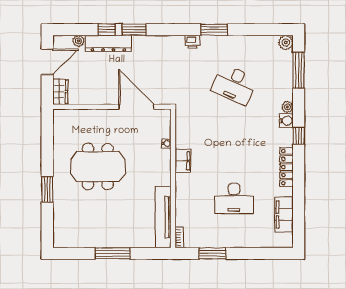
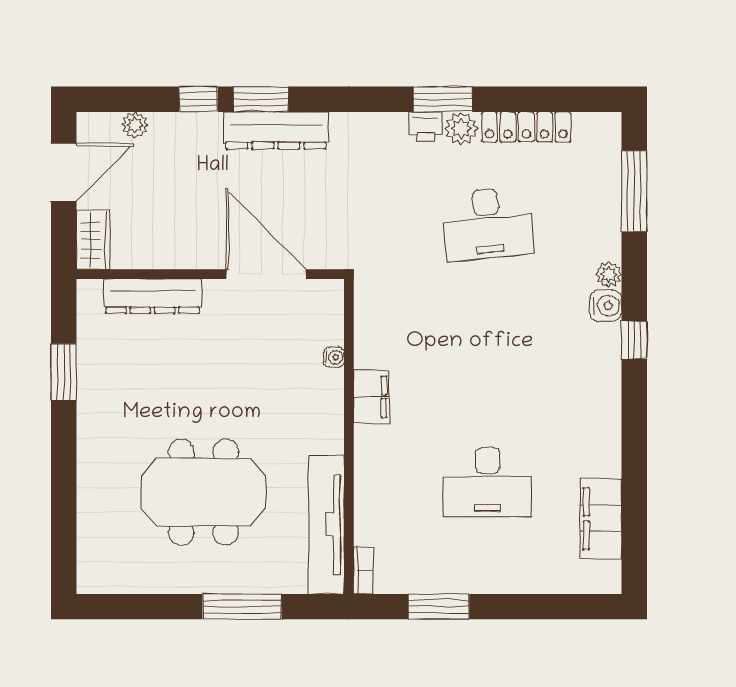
printer: (193, 42) -> (426, 127), moved
dresser: (108, 43) -> (276, 130), moved
plant: (286, 43) -> (461, 128), moved
desk: (234, 85) -> (488, 224), turned -30
dresser: (86, 116) -> (152, 296), added
meeting table: (98, 167) -> (203, 492), moved
locker: (286, 167) -> (526, 127), moved, turned -90
window: (47, 189) -> (64, 372), moved
window: (113, 253) -> (242, 607), moved

